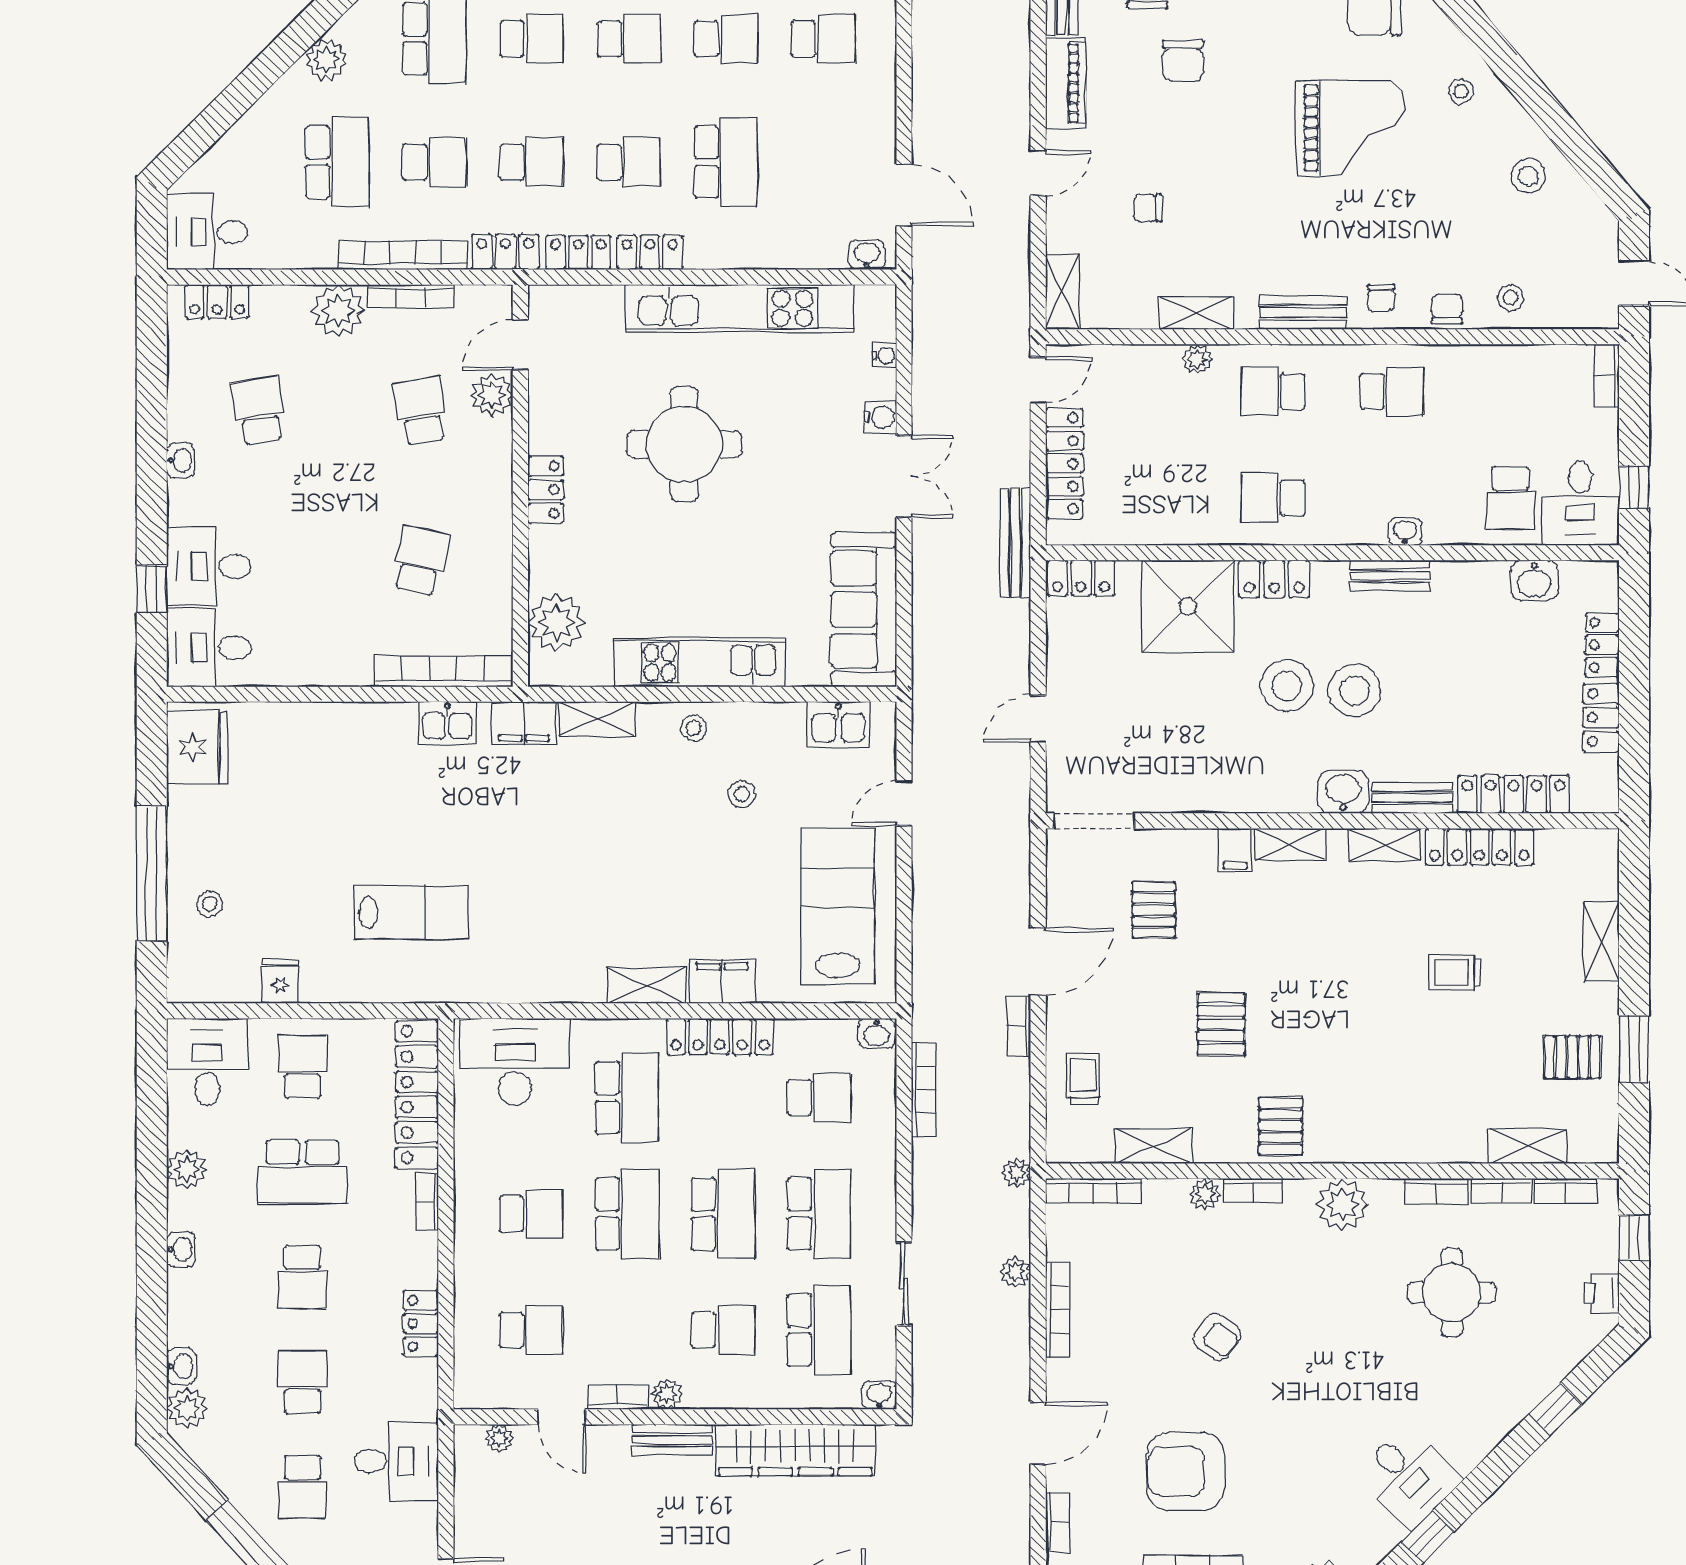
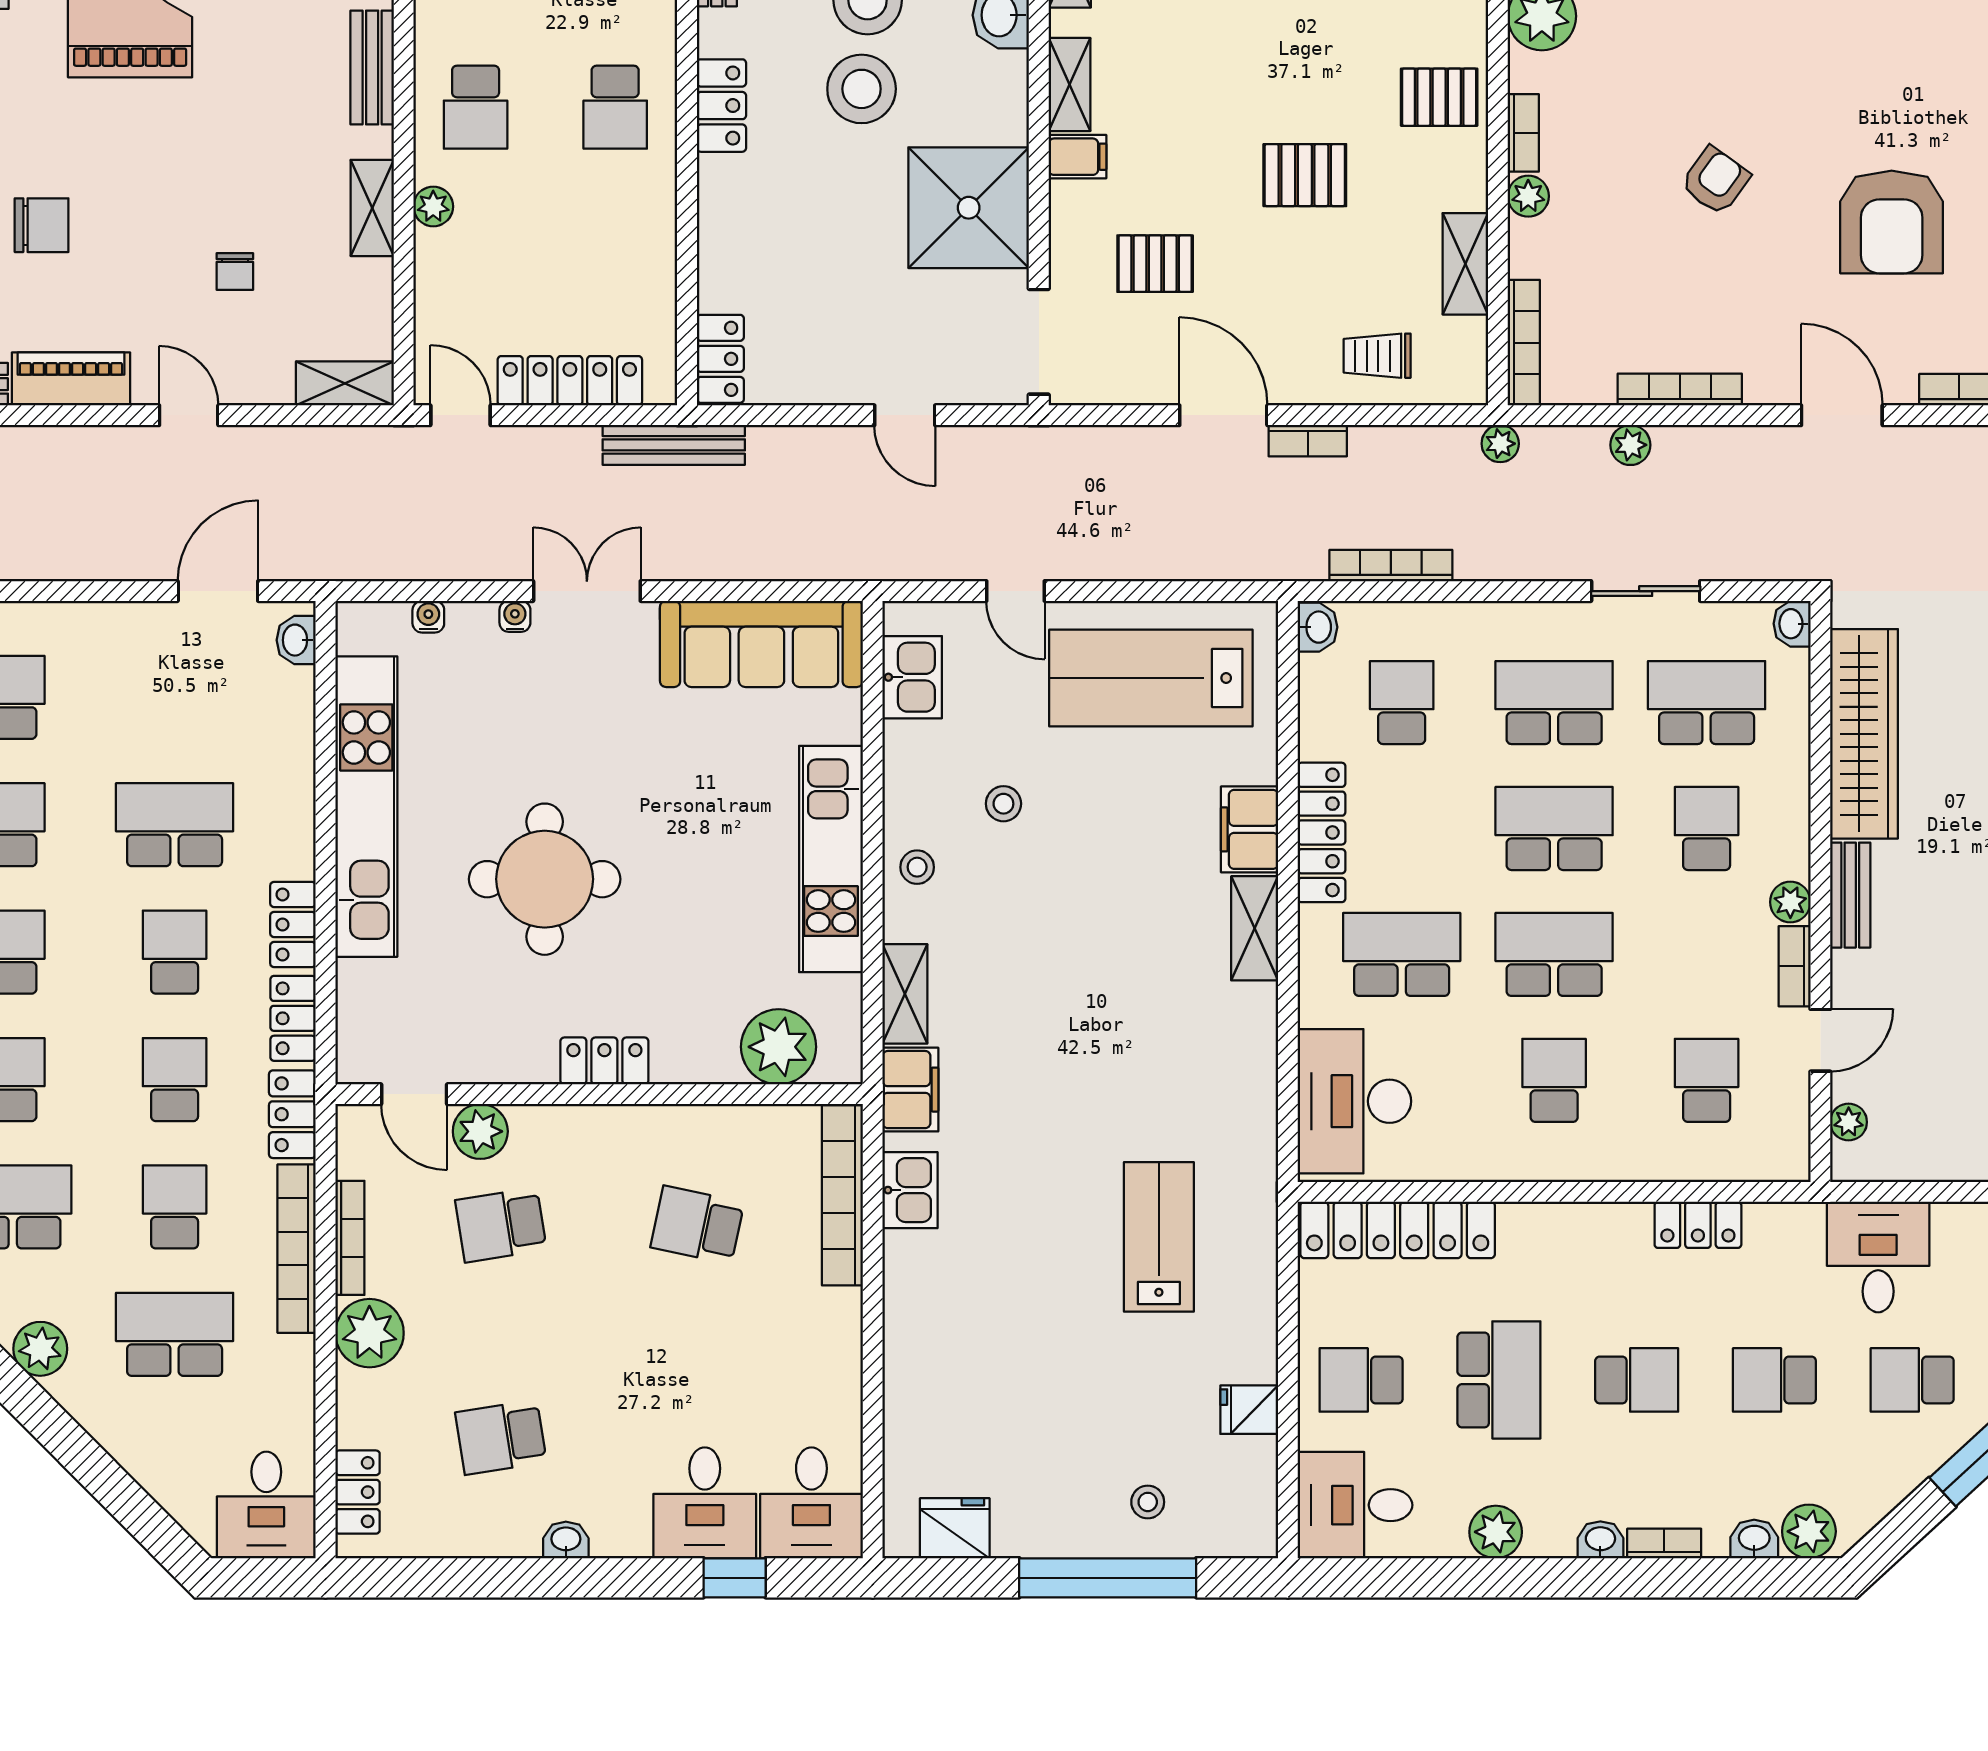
water cooler: (880, 417) -> (515, 616), width x0.72, depth x0.72
shower: (1188, 606) -> (969, 208), moved
fridge: (197, 747) -> (955, 1528), width x0.73, depth x0.75
bookcase: (427, 1202) -> (1664, 1543), moved, turned 180
school desk: (303, 1487) -> (1912, 1380), turned 180

